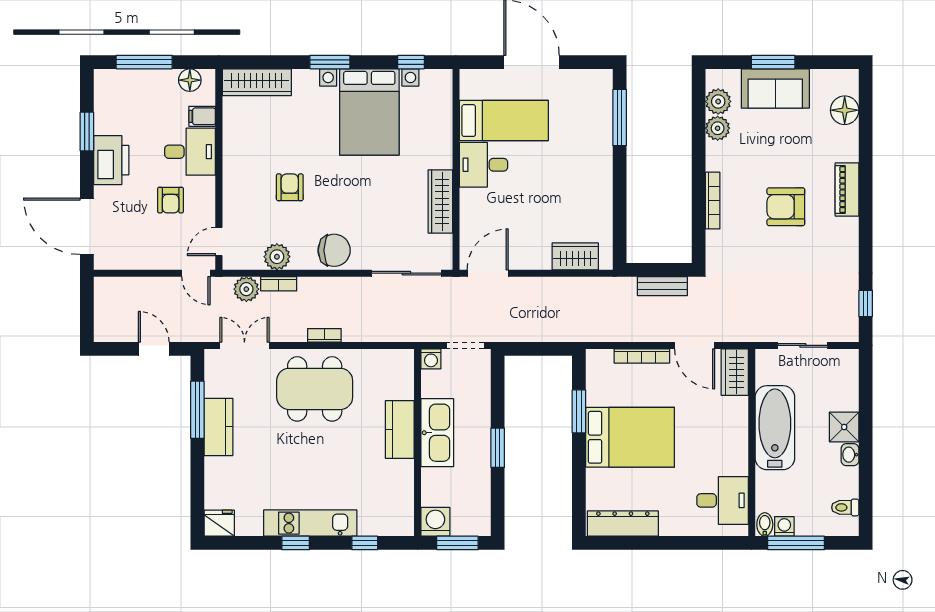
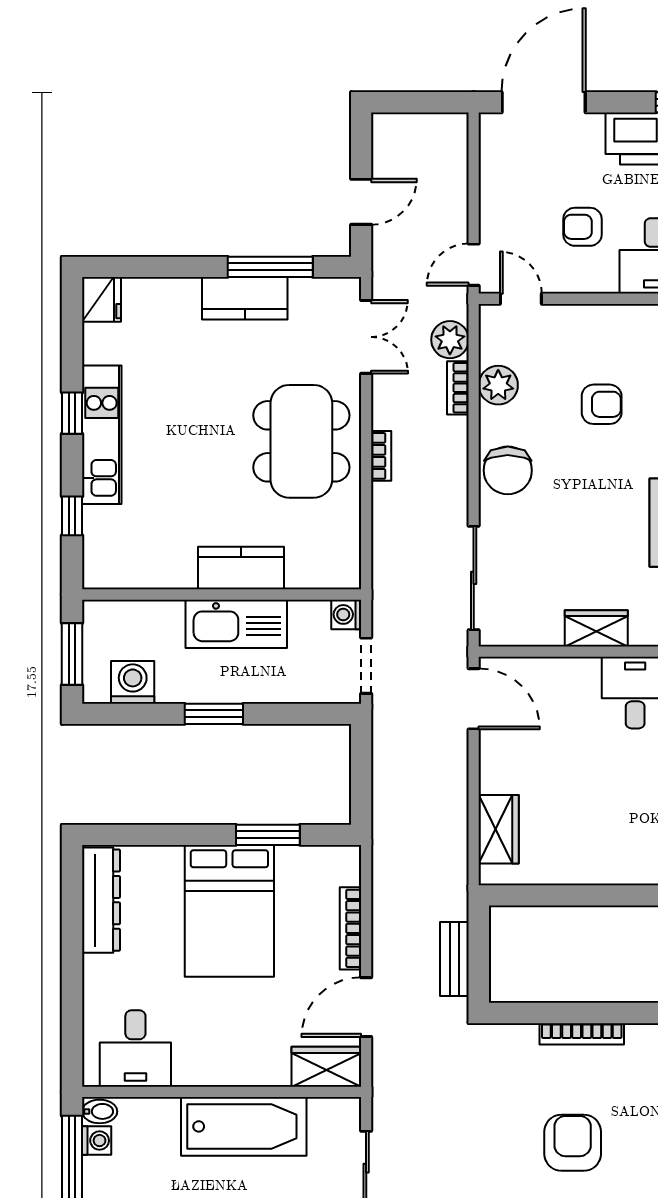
wardrobe: (440, 201) -> (596, 628), width x0.67
washing machine: (435, 522) -> (133, 682), moved, turned -90

